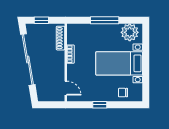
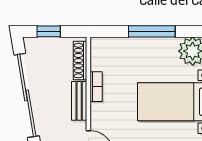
bench: (60, 63) -> (79, 101), added

